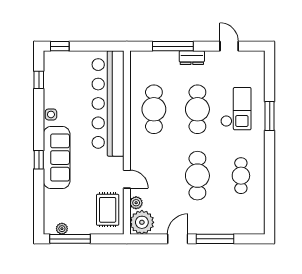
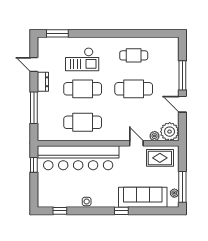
window: (60, 46) -> (34, 165), moved
door: (229, 46) -> (34, 64), hinge flipped
dresser: (192, 58) -> (43, 82), moved
checkout: (236, 109) -> (82, 59), turned 180
window: (270, 116) -> (57, 33), moved
sofa: (57, 158) -> (143, 197), moved
door: (127, 179) -> (136, 143), hinge flipped

